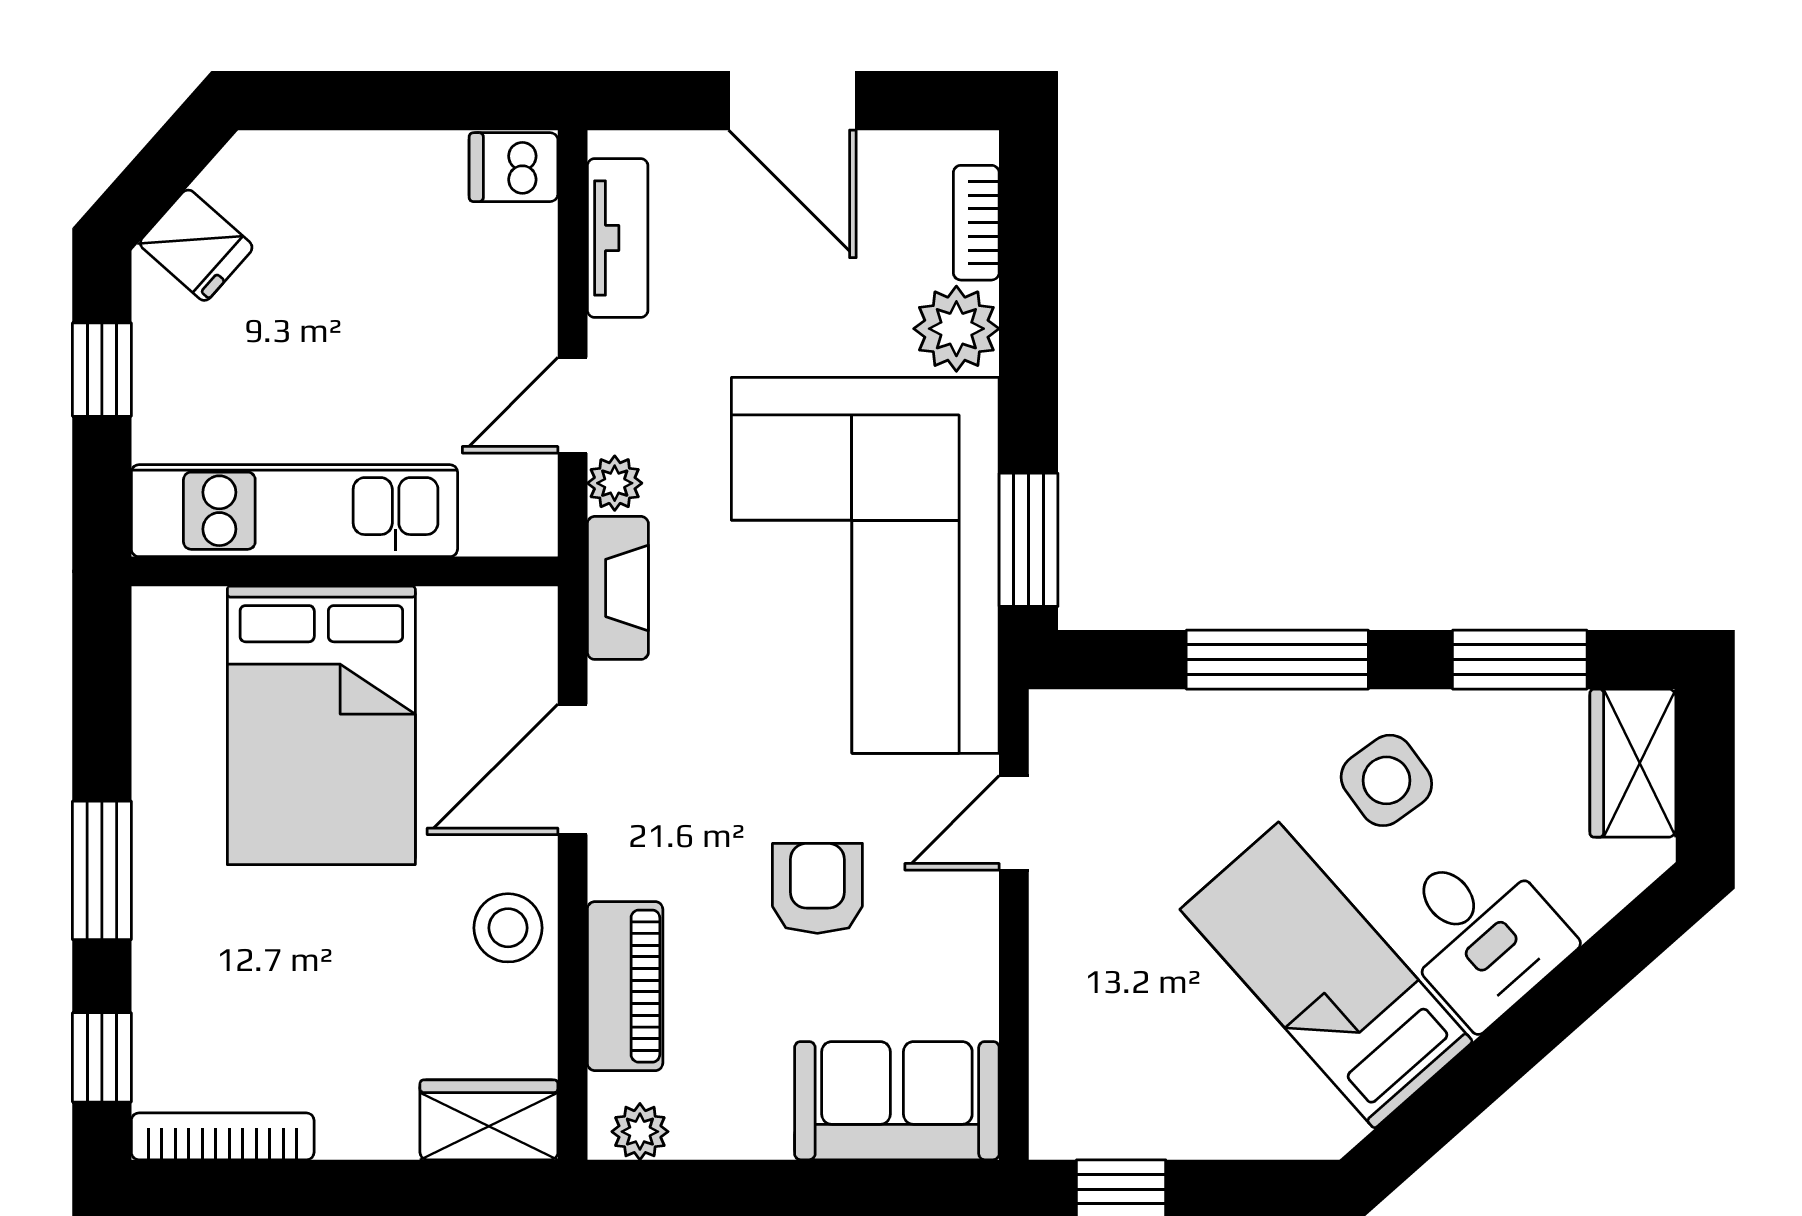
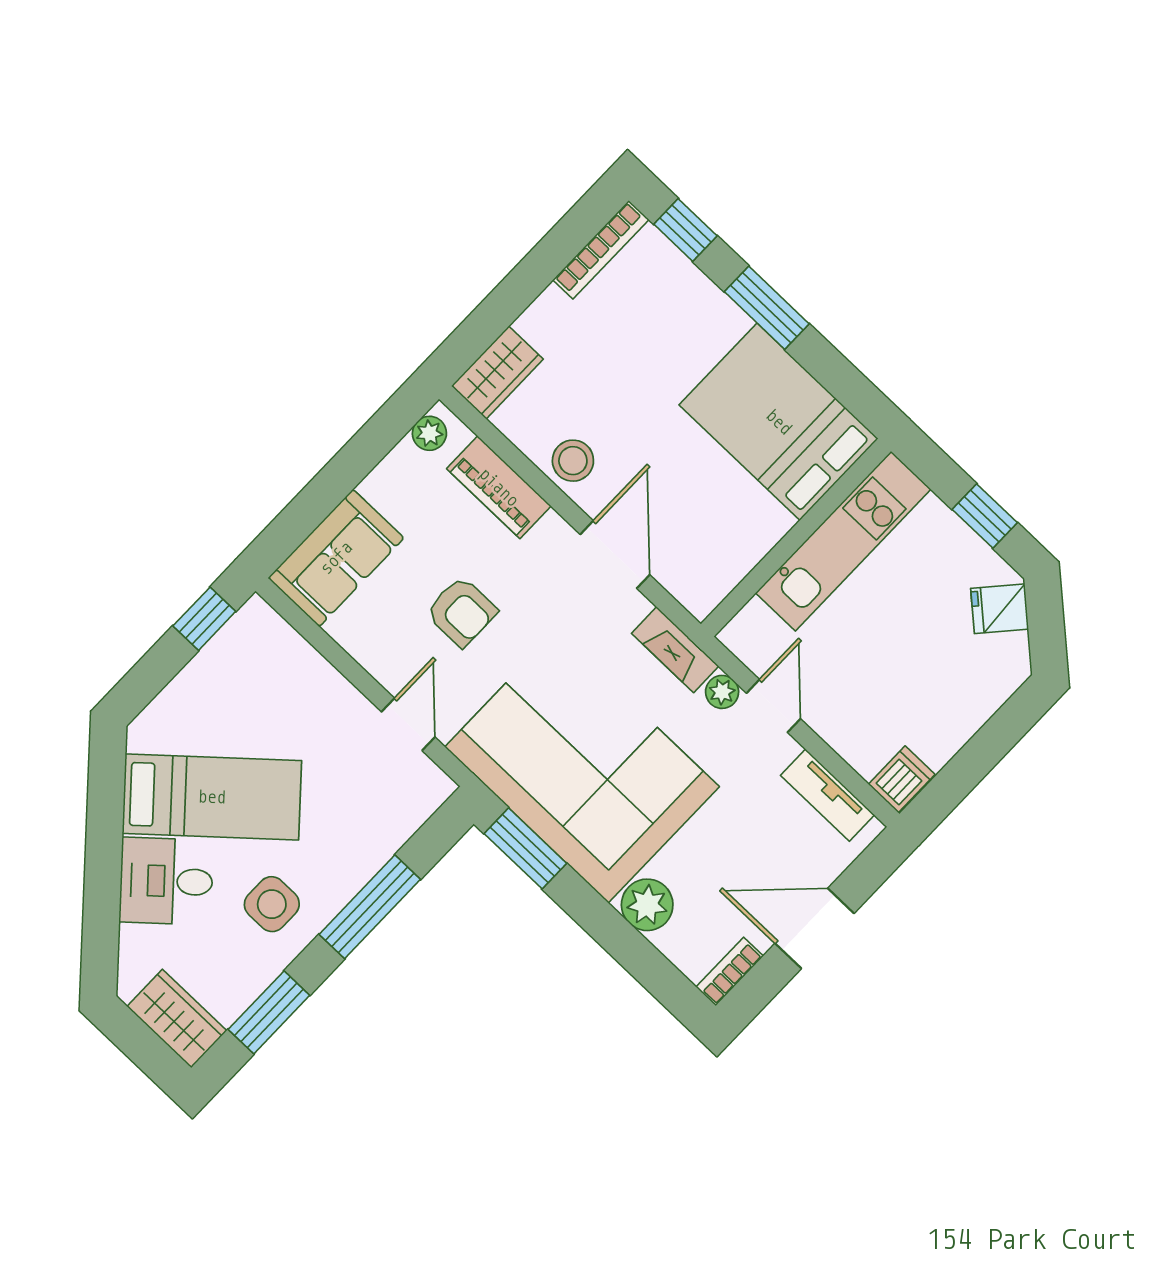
bookcase: (976, 223) -> (730, 972), moved, turned -90
bed: (321, 725) -> (779, 422), moved
side table: (1386, 780) -> (272, 904), turned 36

